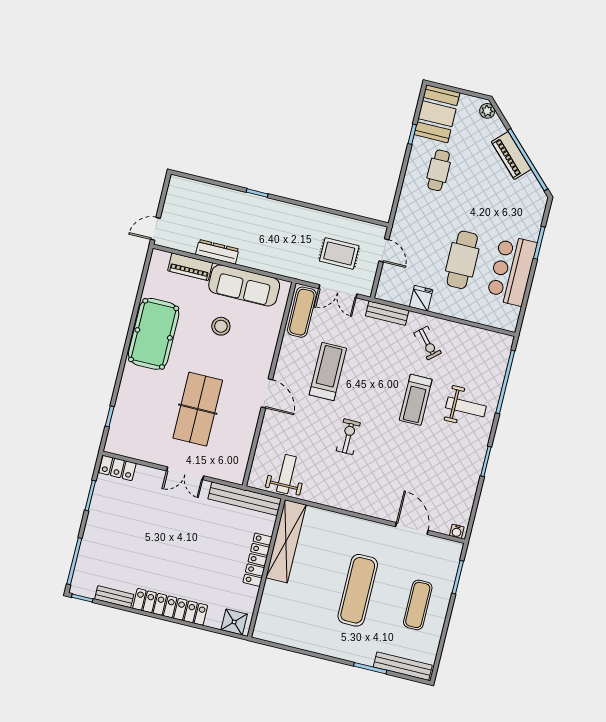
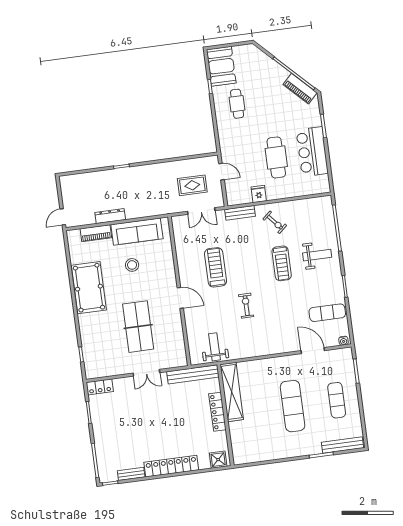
plant: (487, 111) -> (254, 51), removed
piano: (511, 156) -> (300, 89), moved
exercise mat: (302, 312) -> (327, 313), moved, turned 90

